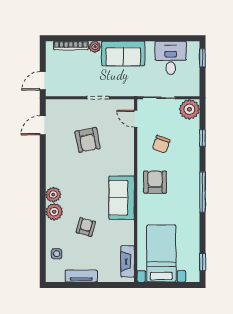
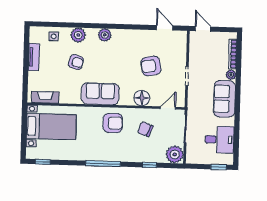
floor lamp: (125, 149) -> (142, 98), added
plant: (54, 212) -> (78, 35), moved

